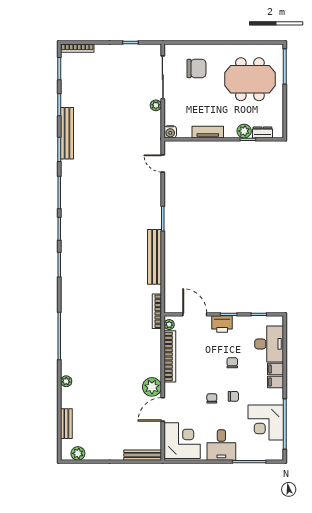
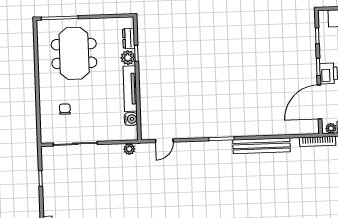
chair: (197, 68) -> (65, 109), width x0.54, depth x0.54
plant: (156, 105) -> (129, 149), moved
water cooler: (170, 132) -> (131, 119), moved
tv unit: (208, 132) -> (130, 89), width x1.41
door: (195, 314) -> (319, 102), width x1.36

